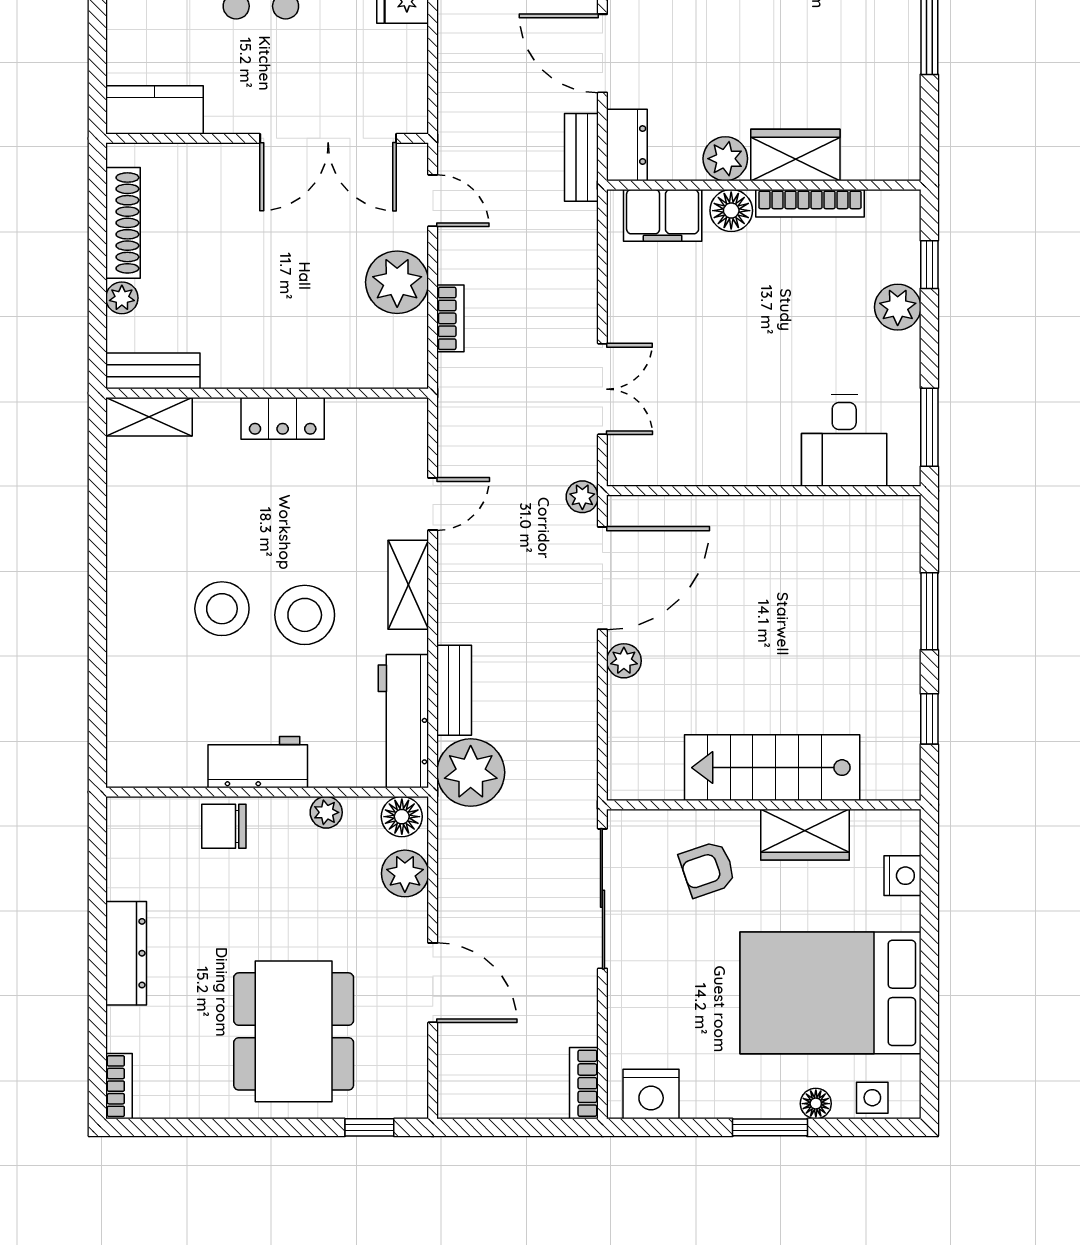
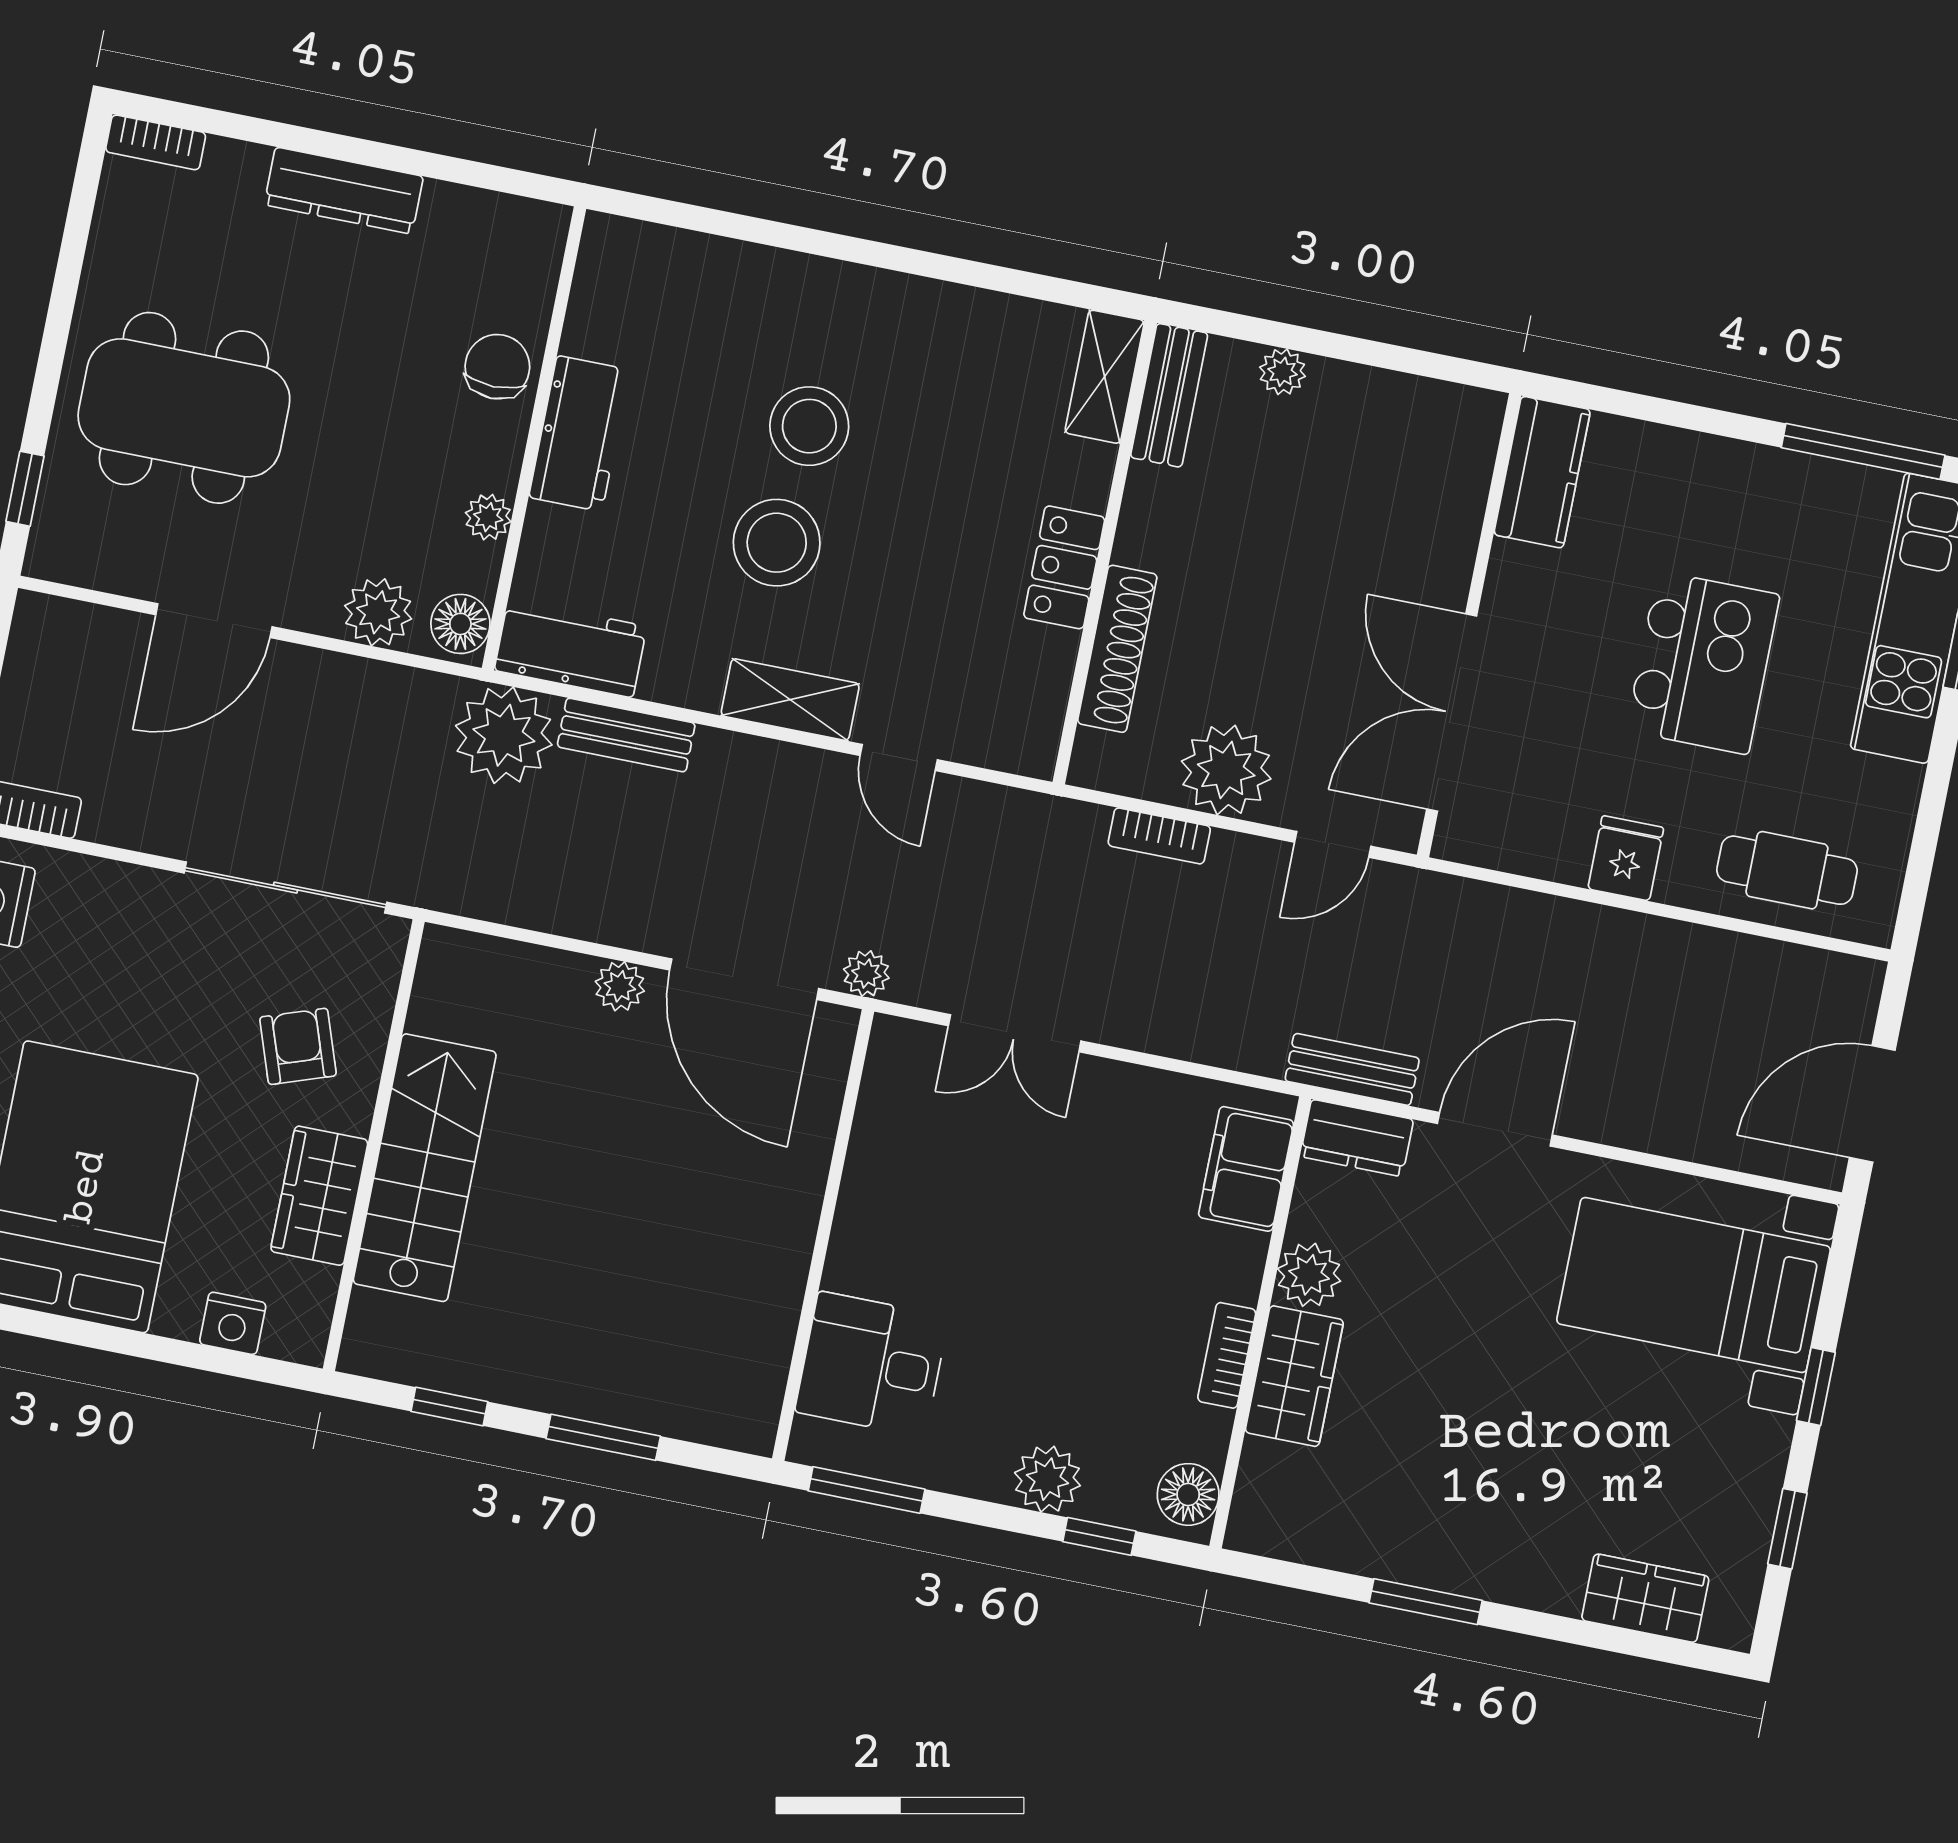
bookcase: (810, 203) -> (1227, 1355), width x0.64
floor lamp: (731, 211) -> (1188, 1494), moved
shoe rack: (123, 223) -> (1117, 649), moved, turned -90
workbench: (403, 721) -> (571, 648), width x0.73

